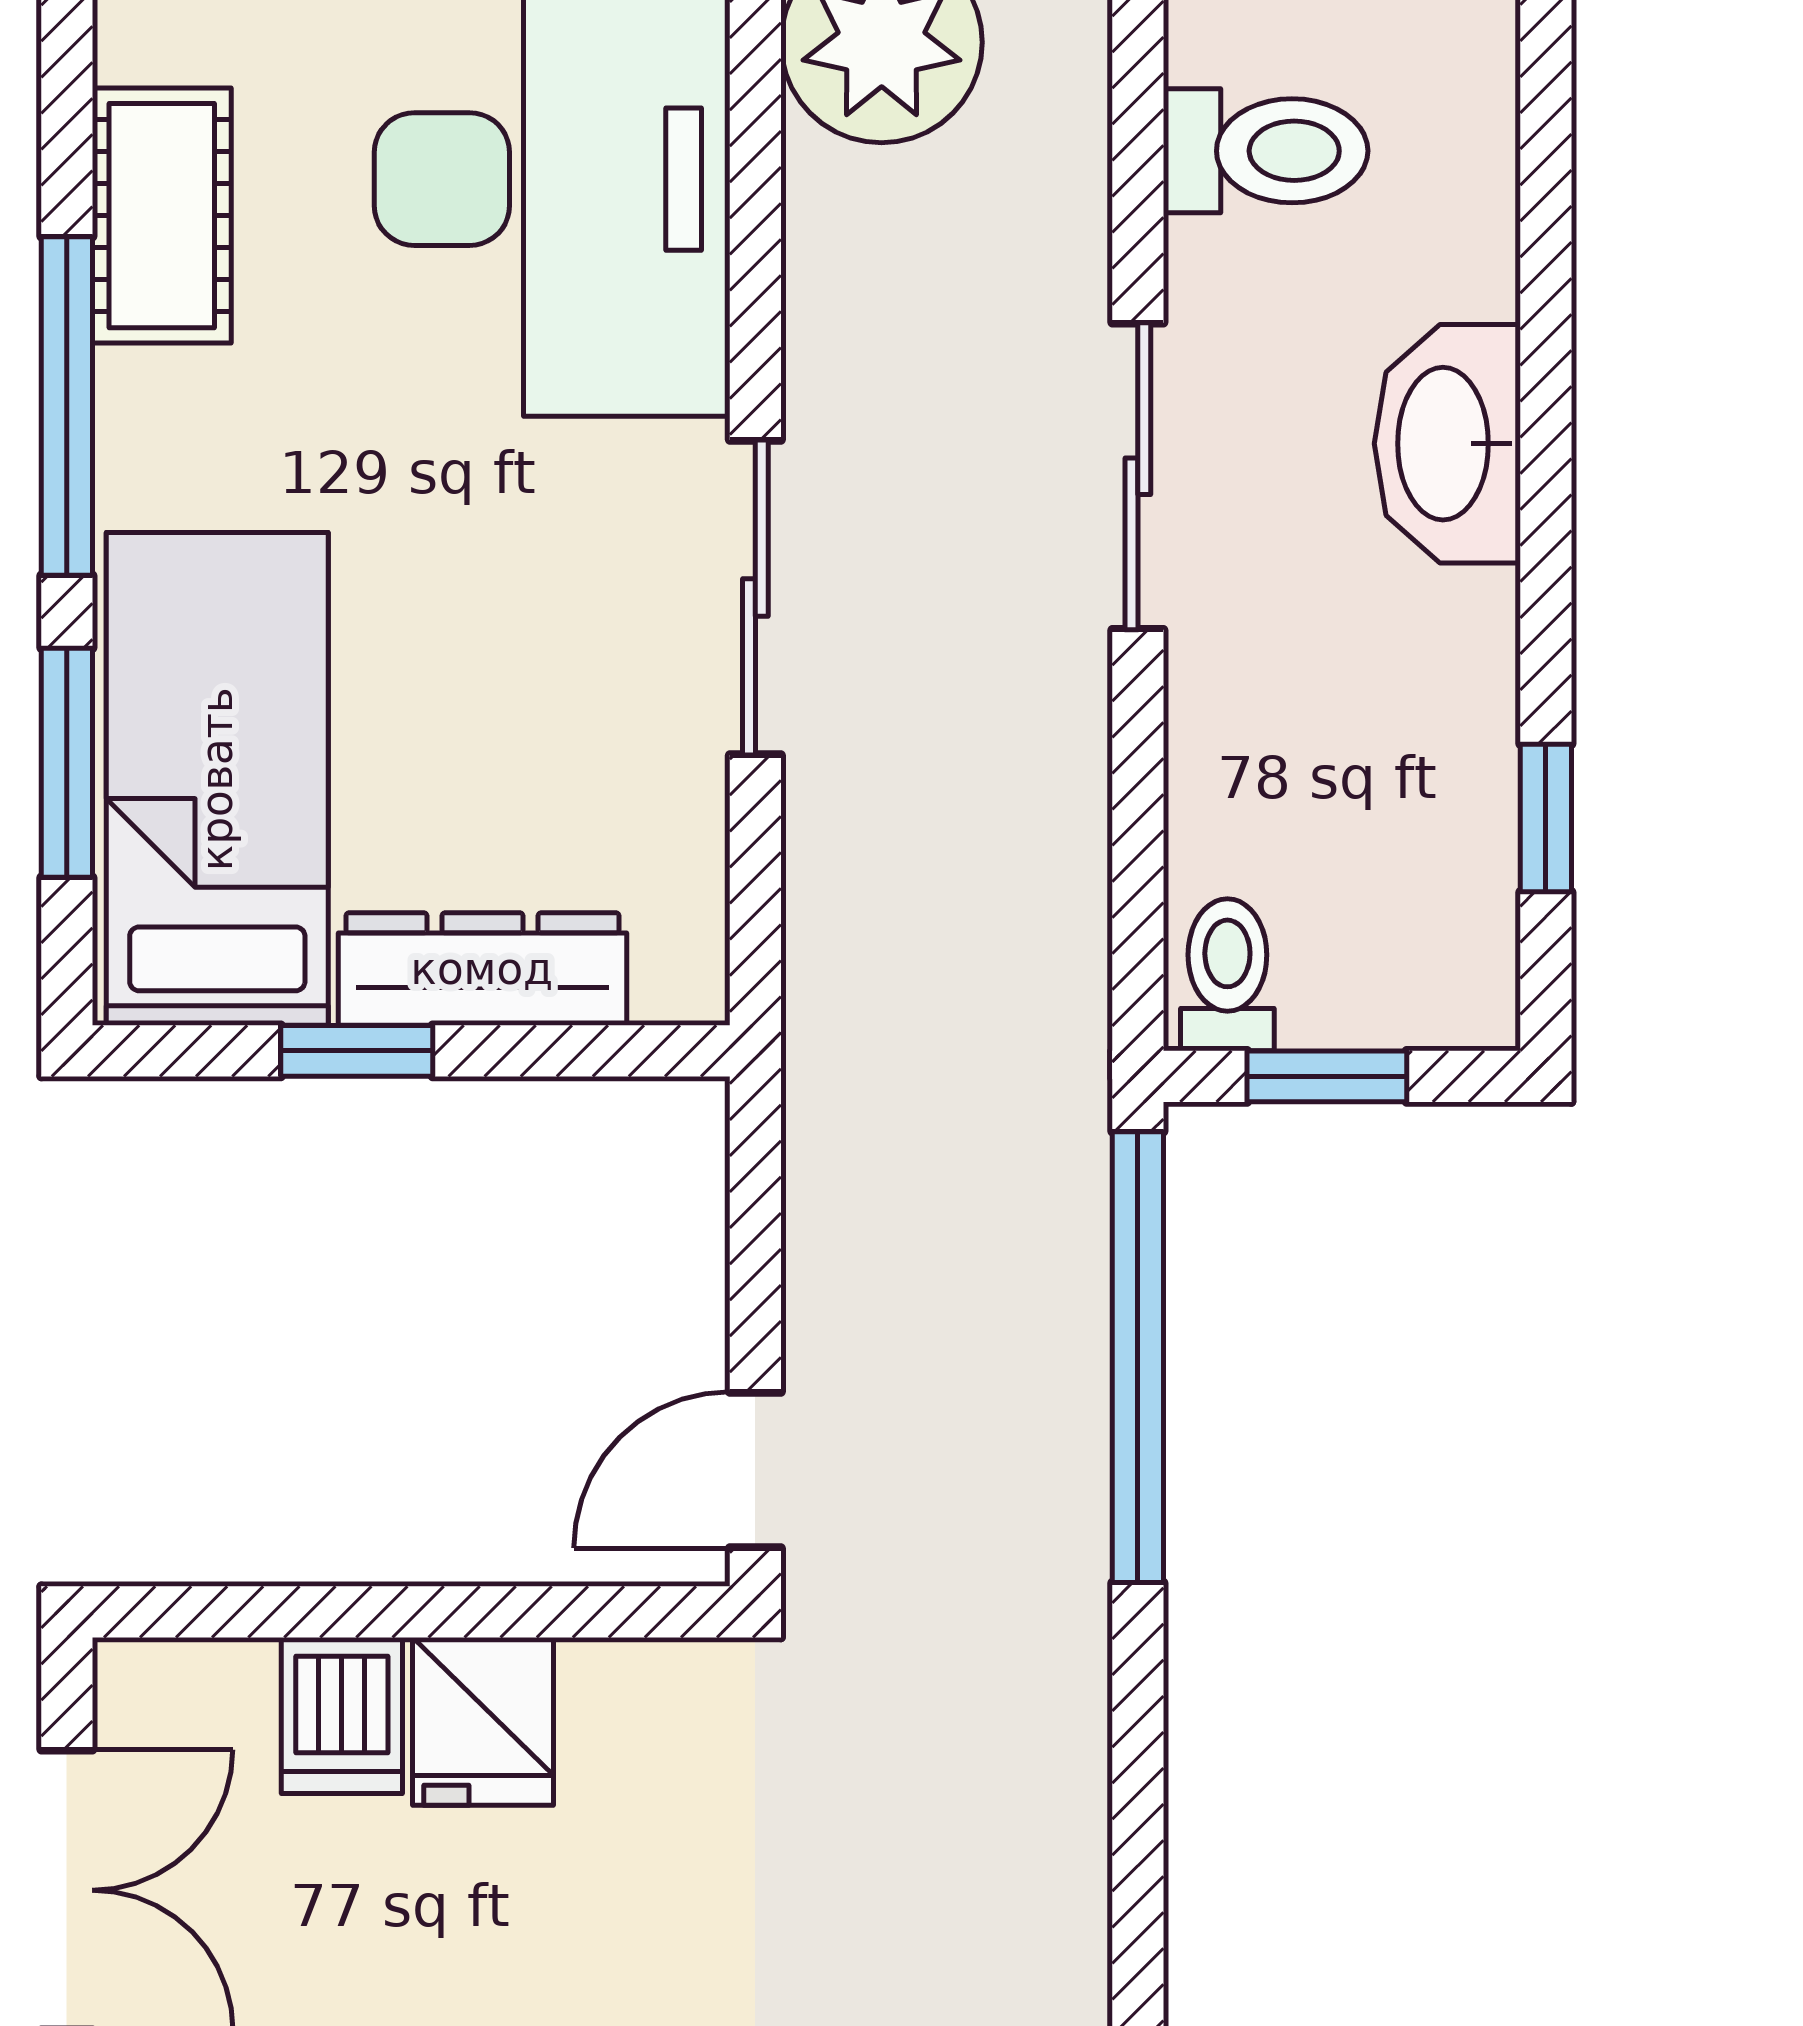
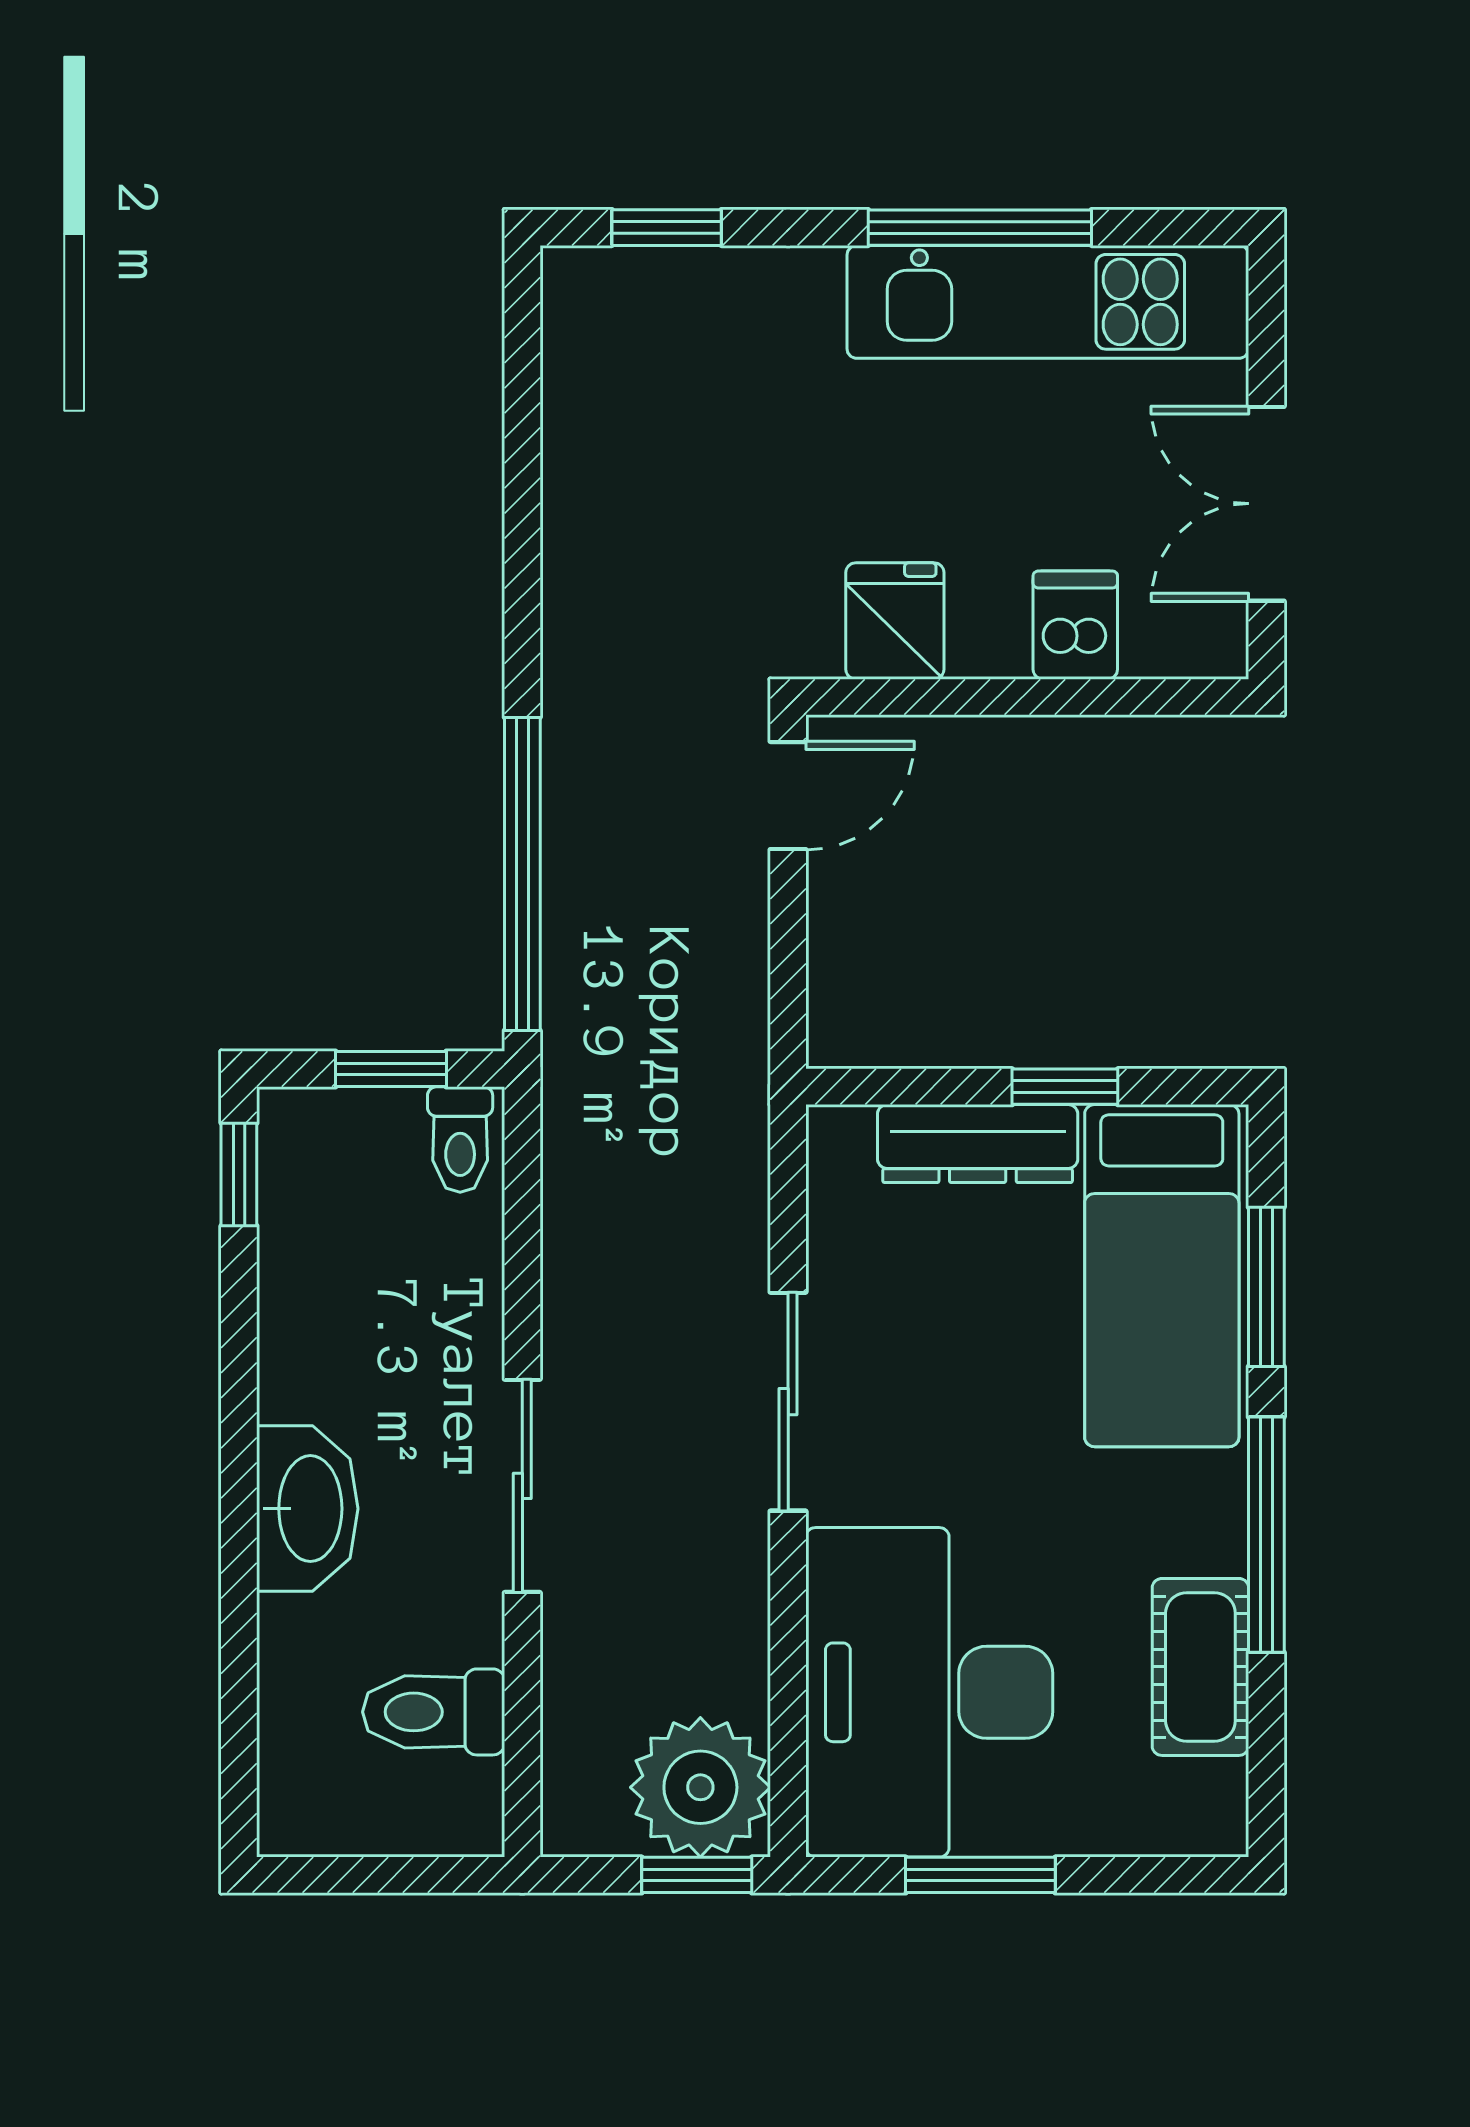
window: (1546, 818) -> (239, 1174), moved
fridge: (483, 1721) -> (895, 621), moved

